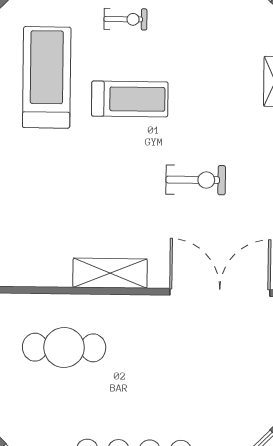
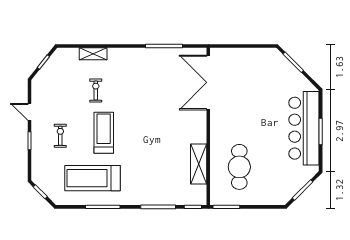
exercise bike: (196, 180) -> (96, 90), moved, width x0.73, depth x0.72
shelving: (110, 273) -> (199, 164), moved

